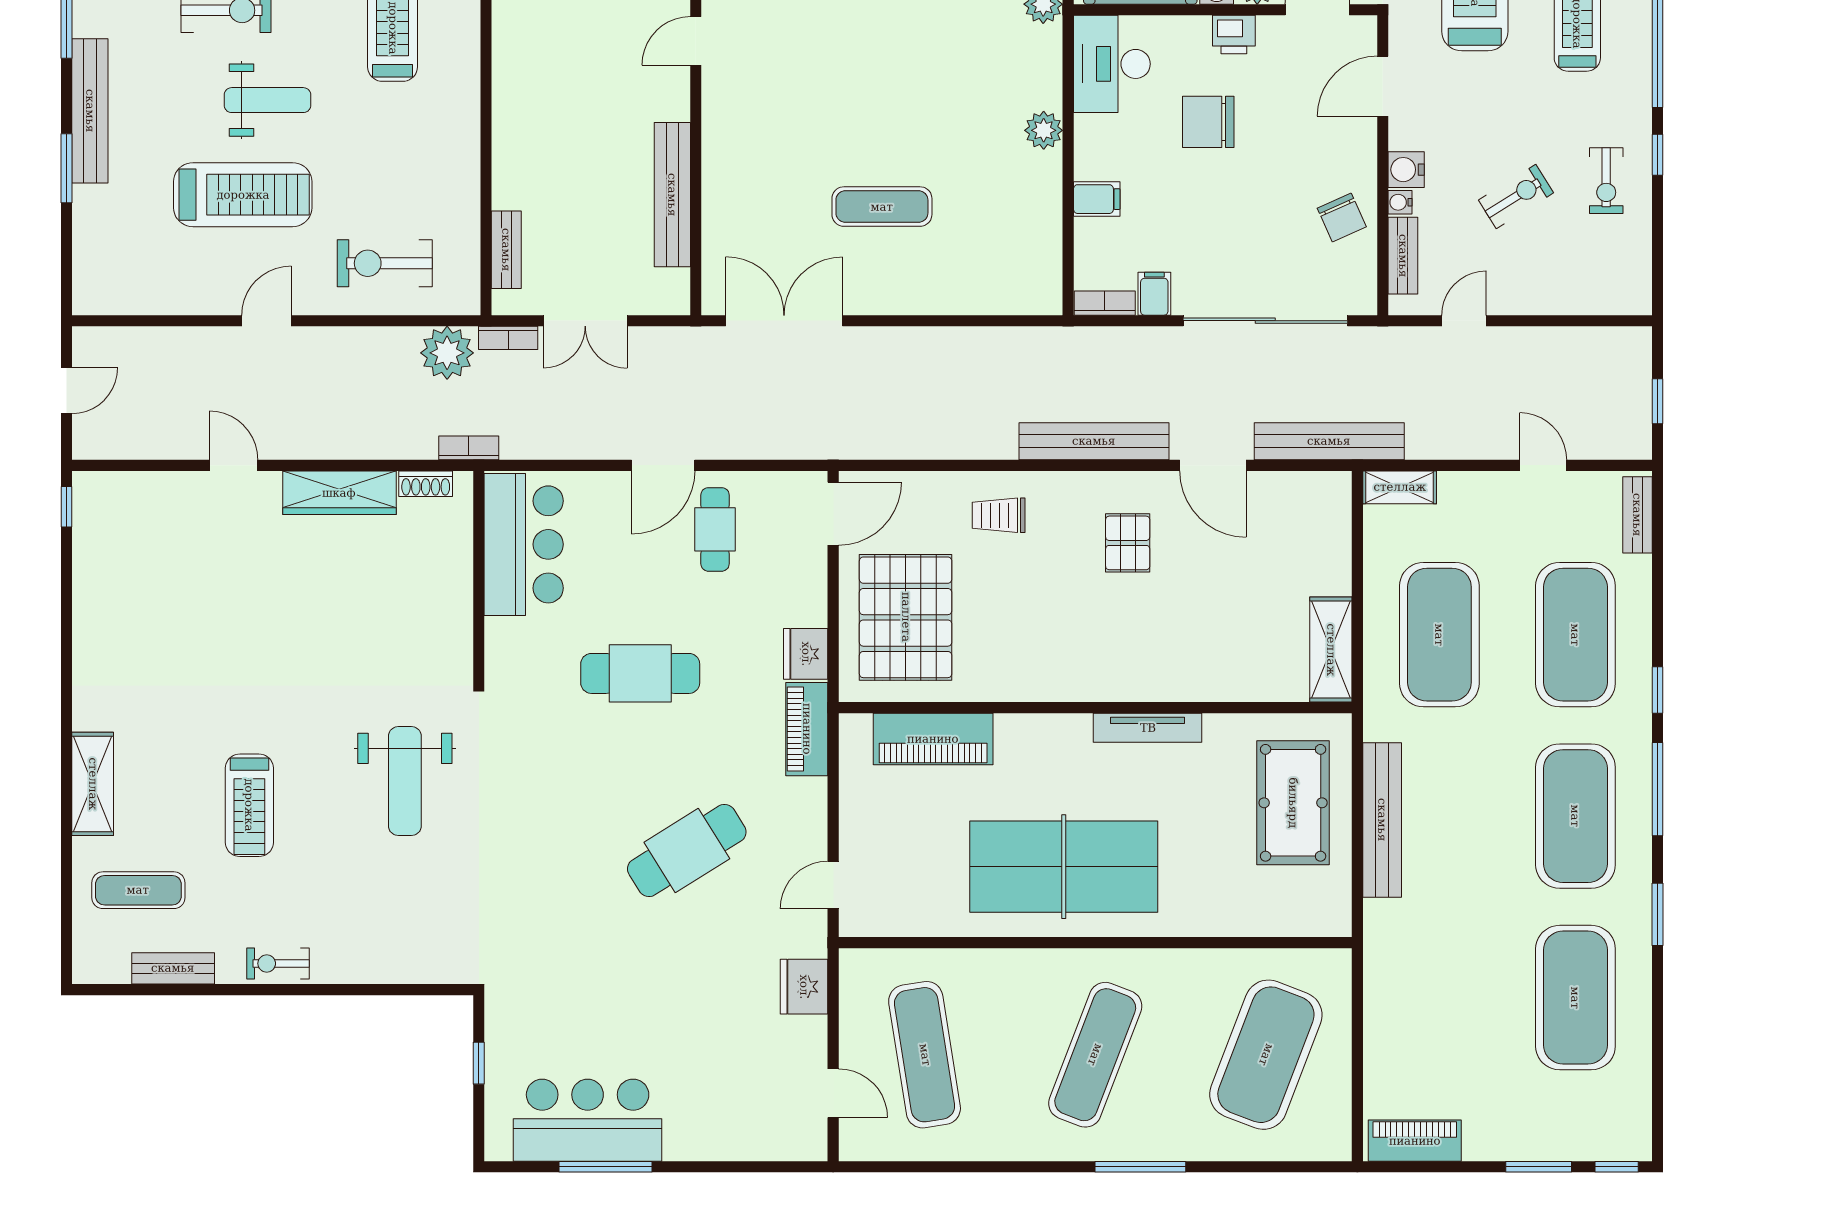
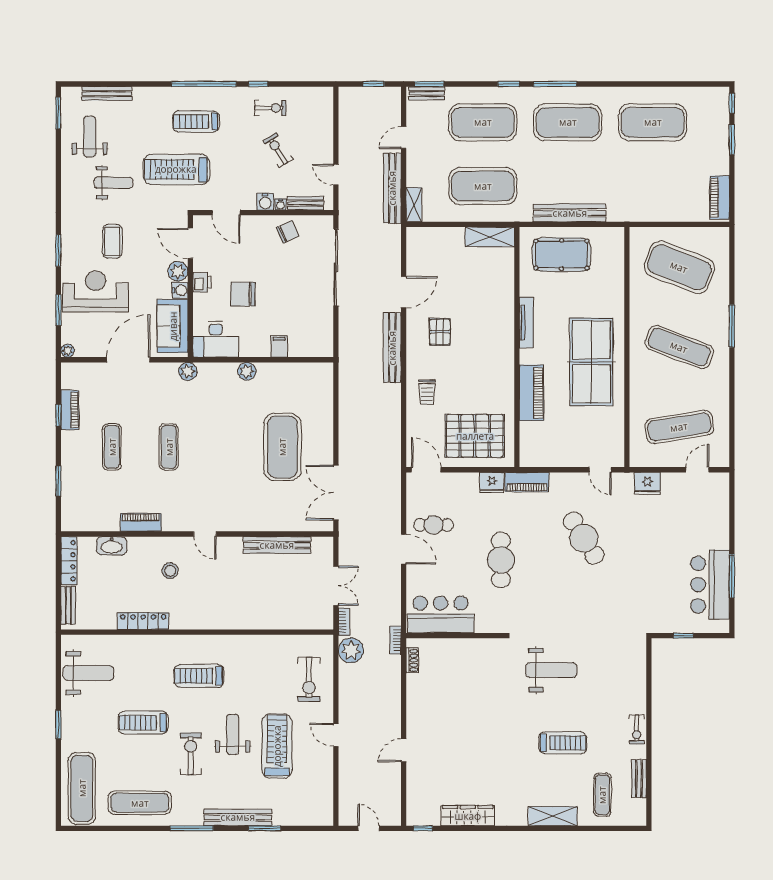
chair: (1208, 122) -> (243, 294), turned 90
exercise mat: (882, 207) -> (282, 447), width x2.00, depth x1.45
bench: (506, 250) -> (303, 623), removed
filing cabinet: (1154, 294) -> (323, 319), removed
bookcase: (1105, 303) -> (328, 343), removed
bench: (1329, 441) -> (392, 188), moved
wardrobe: (339, 493) -> (468, 816), moved, turned -90
pallet: (1128, 543) -> (440, 332), turned 90
piano: (933, 739) -> (532, 393), moved
window: (1657, 914) -> (429, 84), moved

